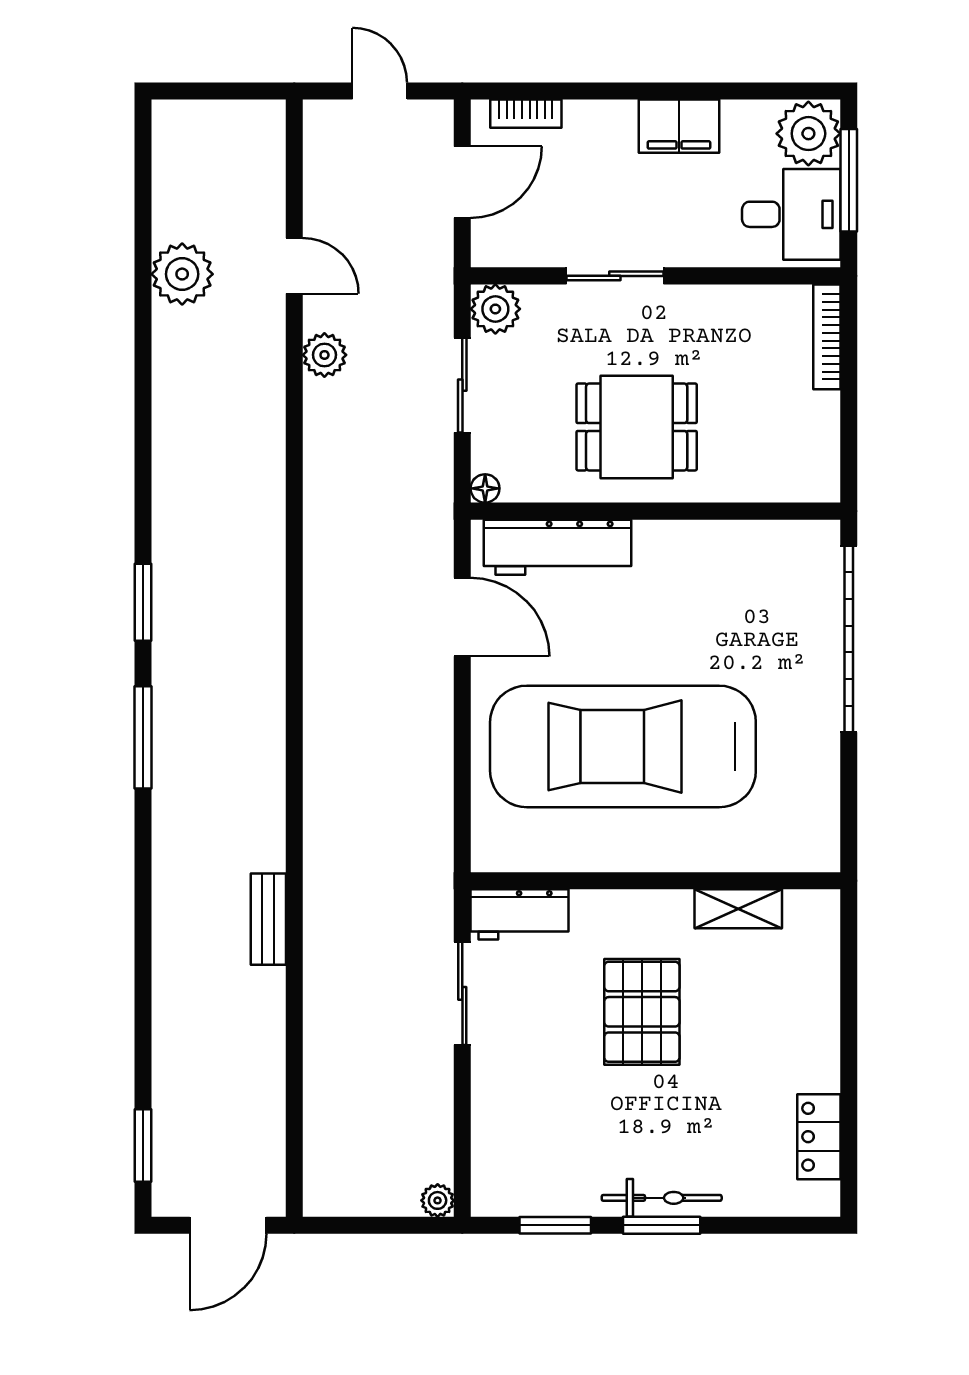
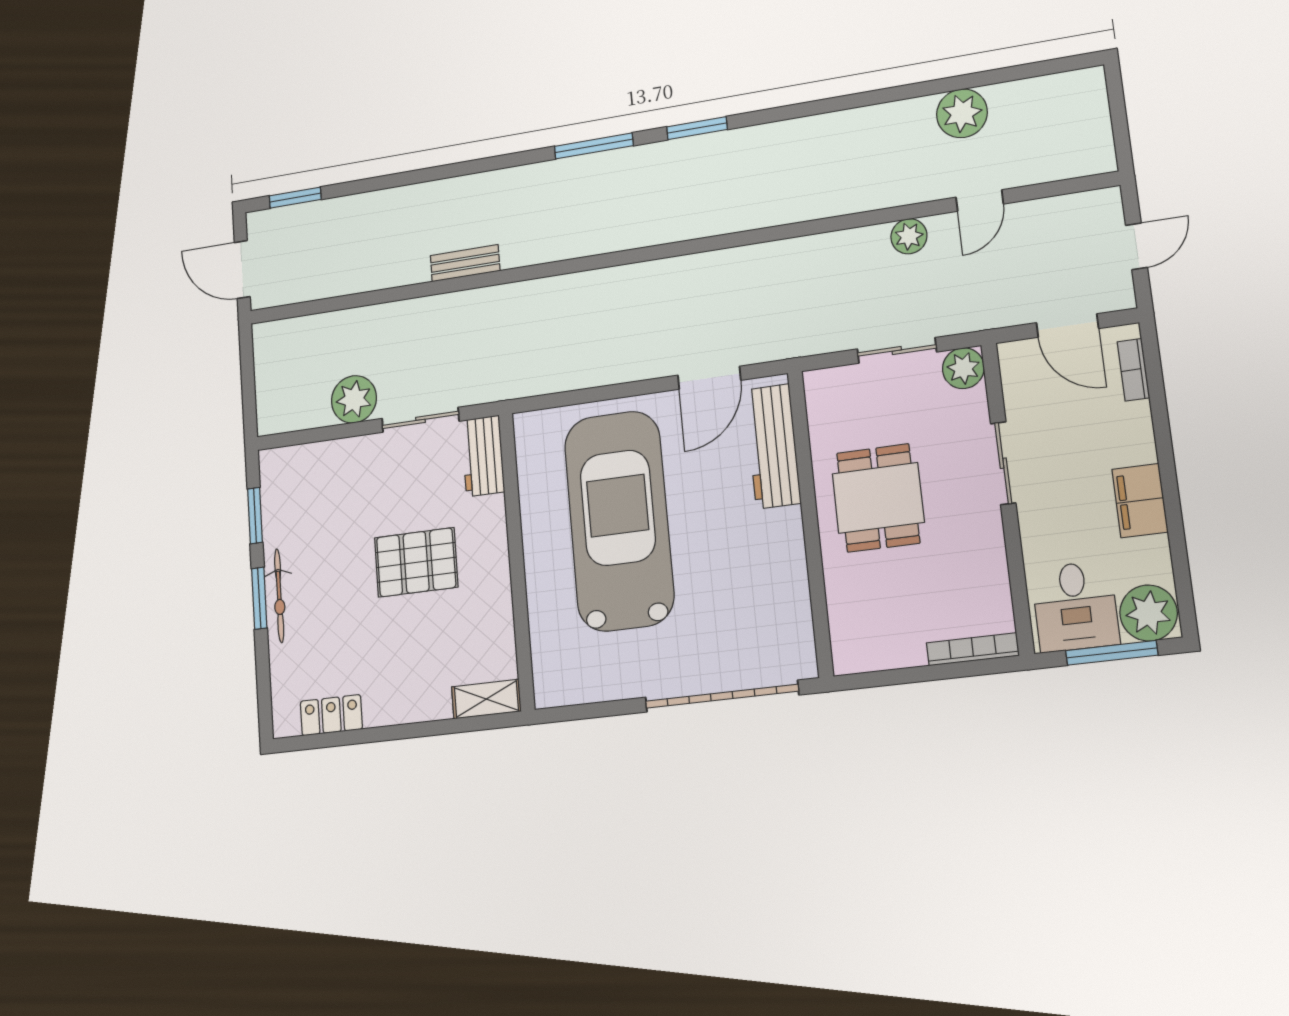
floor lamp: (485, 488) -> (814, 381), removed
shelving: (738, 909) -> (486, 699), moved, turned 90
plant: (438, 1200) -> (354, 399), moved, width x1.88, depth x1.88

